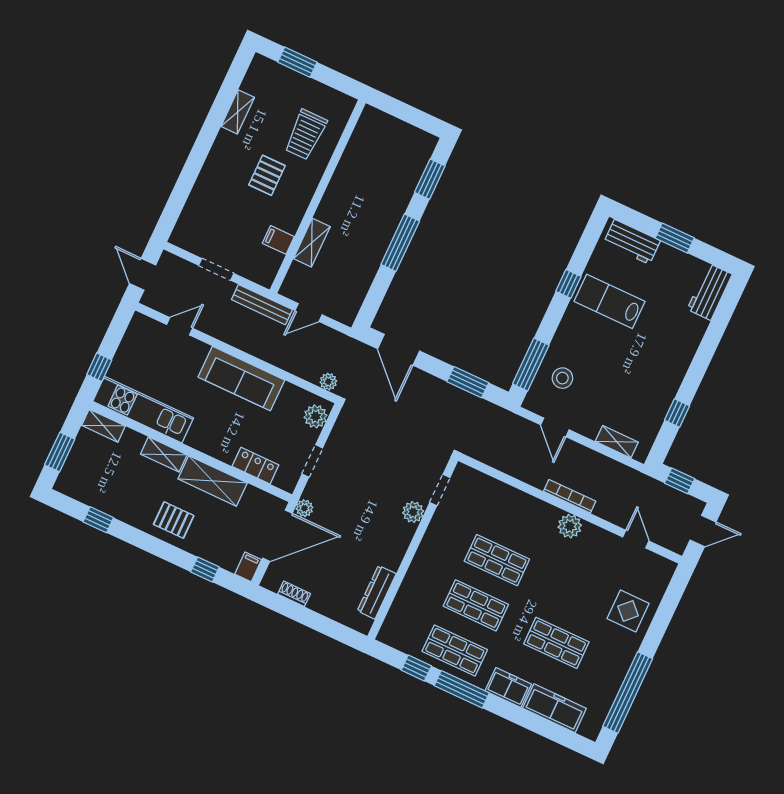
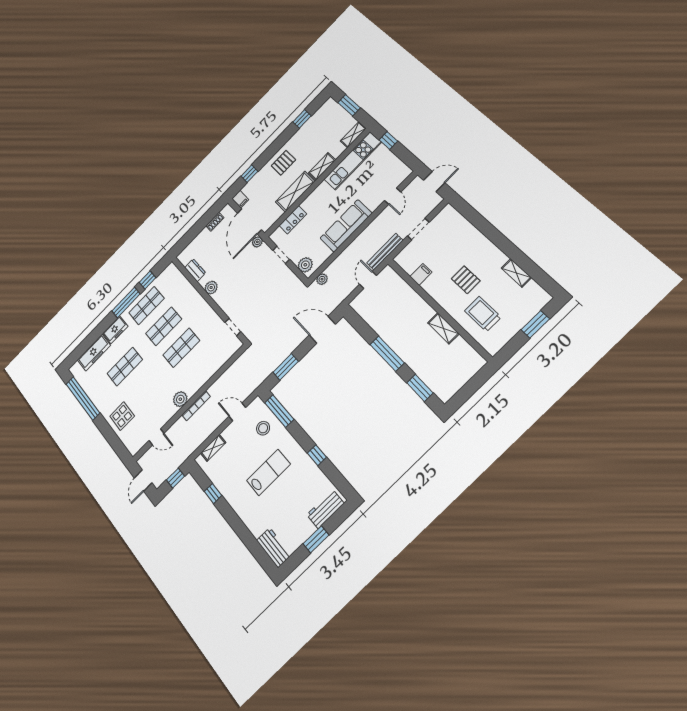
shelving: (312, 243) -> (443, 328), moved
lab bench: (610, 301) -> (268, 472), moved
plant: (413, 512) -> (211, 288), moved
dresser: (377, 592) -> (195, 270), width x0.70

